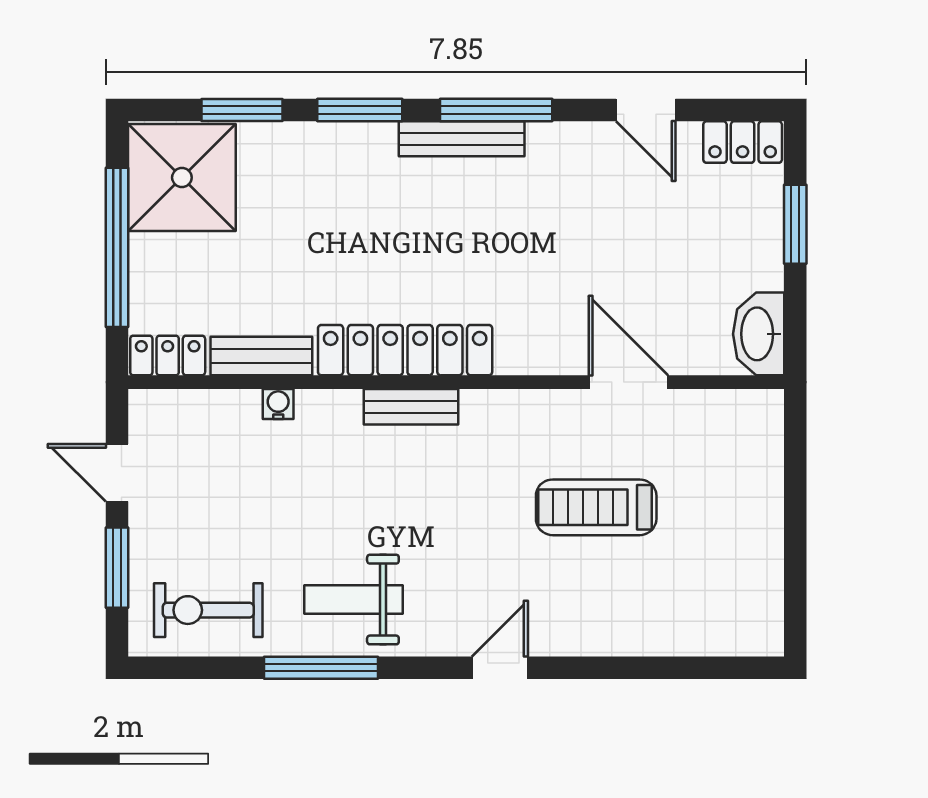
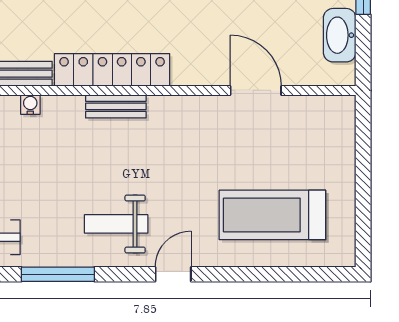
washbasin: (759, 334) -> (340, 35), moved
treadmill: (596, 507) -> (272, 215), moved, width x1.37, depth x1.38
weight bench: (353, 600) -> (116, 224), moved

